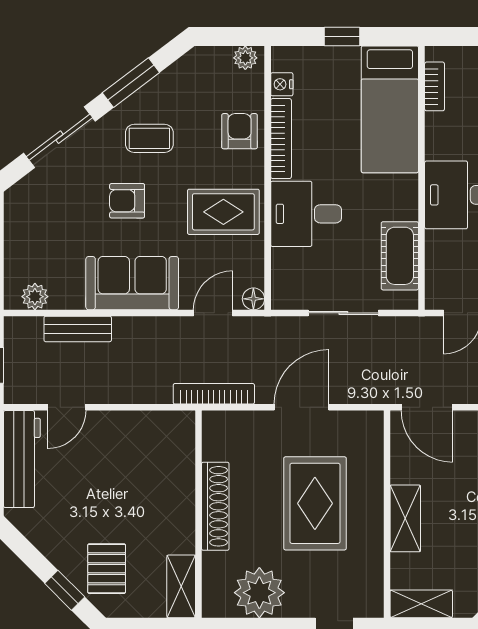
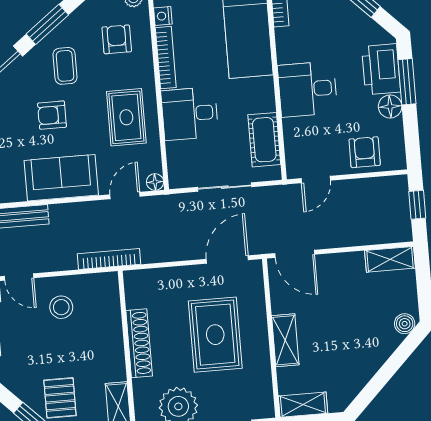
armchair: (240, 131) -> (117, 39), moved
coffee table: (149, 138) -> (65, 66), turned 90
rug: (223, 212) -> (126, 117), turned 90
bookcase: (214, 394) -> (109, 259), moved
door: (67, 407) -> (19, 277), hinge flipped
door: (301, 407) -> (227, 259), moved
stool: (118, 451) -> (61, 307), added

